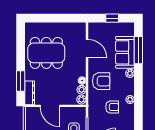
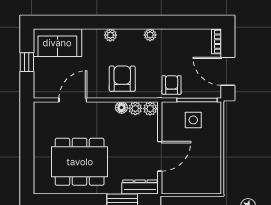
window: (138, 50) -> (75, 22), removed
sofa: (125, 52) -> (57, 43), moved
dining table: (46, 53) -> (80, 162), turned 90
armchair: (112, 107) -> (172, 85), moved

